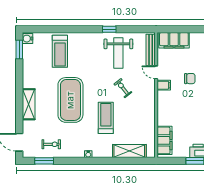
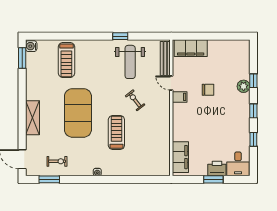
shelving: (129, 151) -> (142, 169), removed

